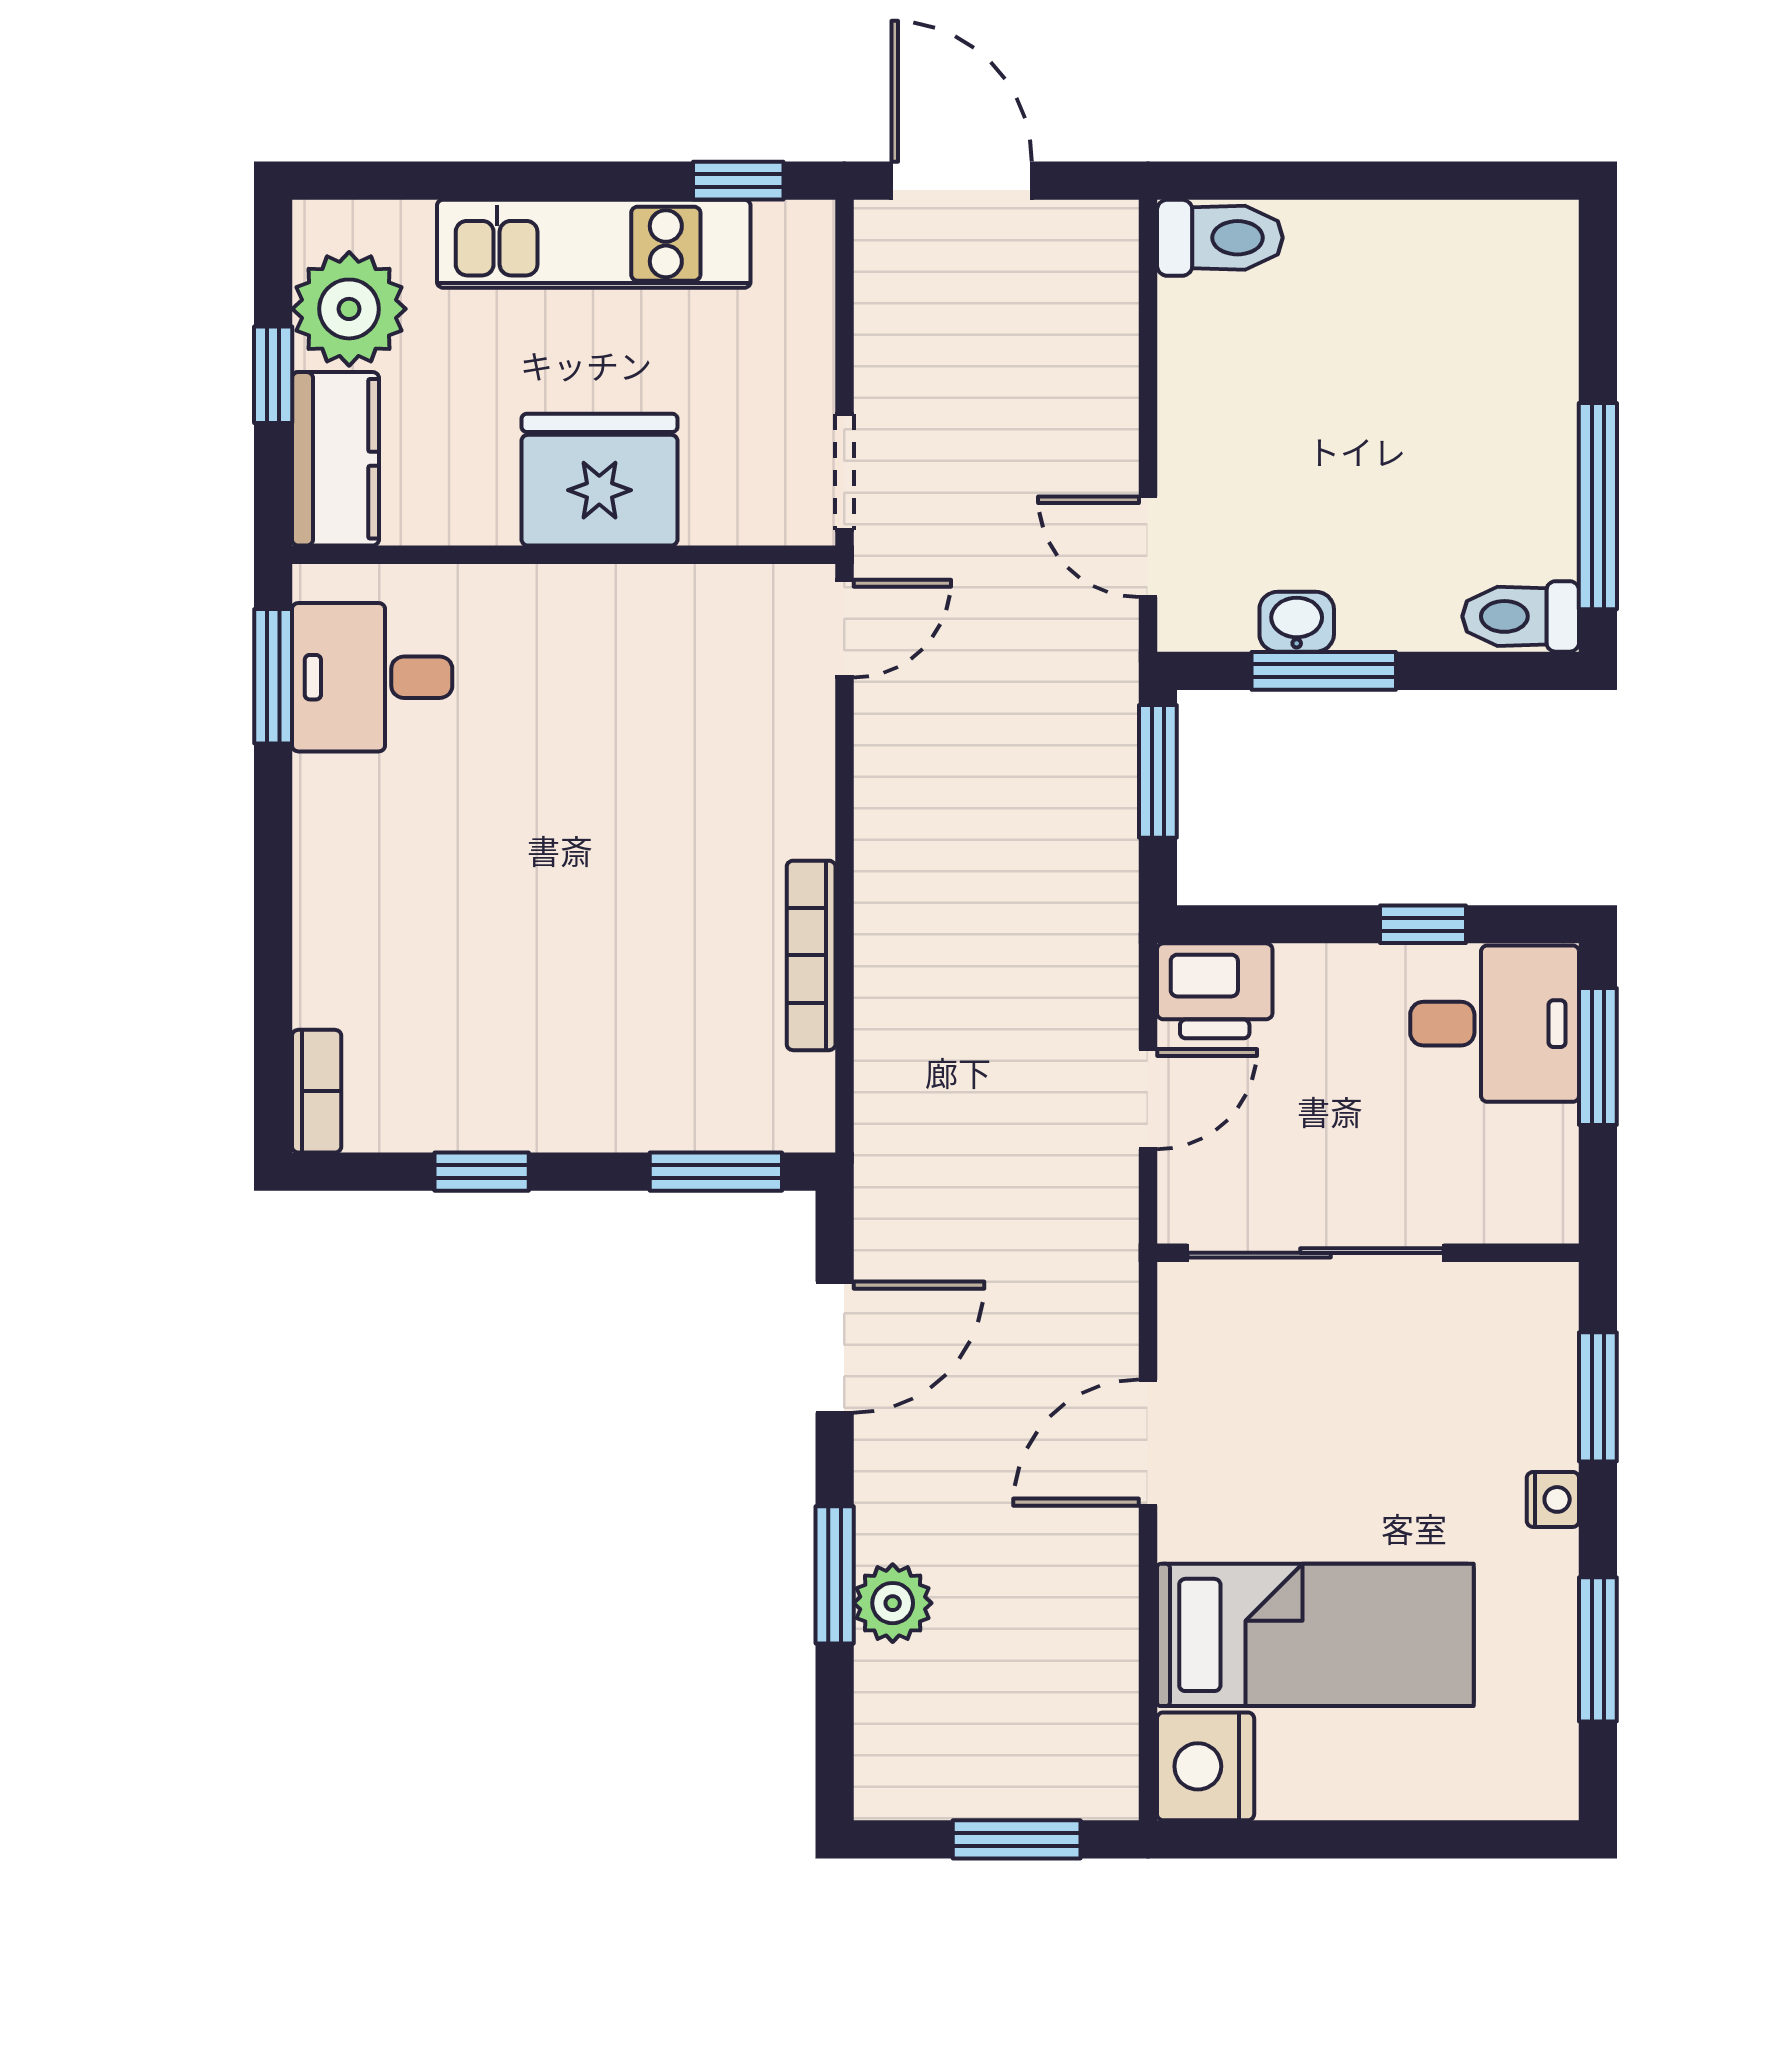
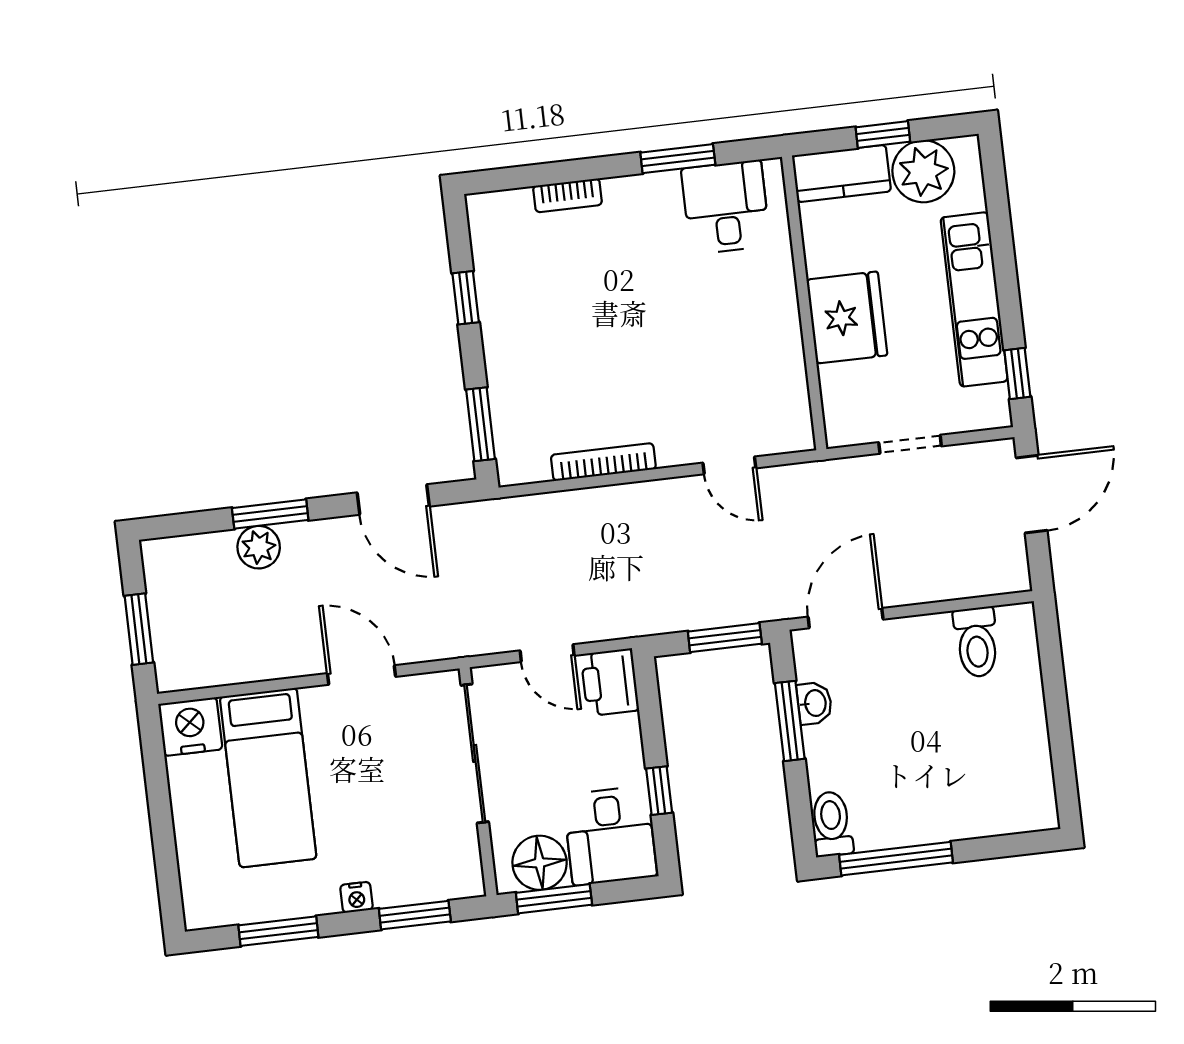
toilet: (1220, 238) -> (976, 642), moved
doorway: (844, 472) -> (910, 444), moved
door: (1148, 547) -> (846, 618), width x1.38
door: (844, 629) -> (729, 465), moved
window: (273, 676) -> (678, 159), moved
window: (1598, 1057) -> (554, 899), moved
bookcase: (317, 1091) -> (568, 195), moved
floor lamp: (1529, 1158) -> (540, 863), added

